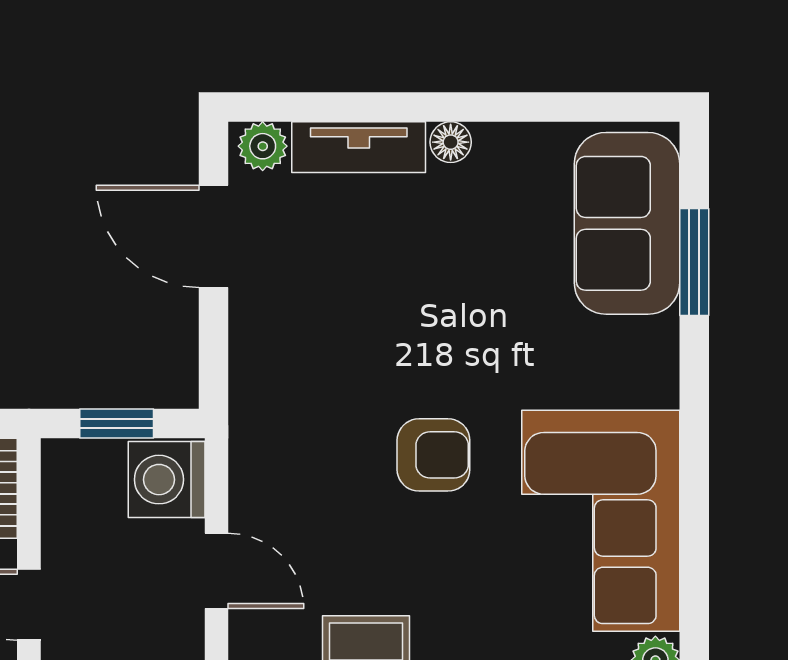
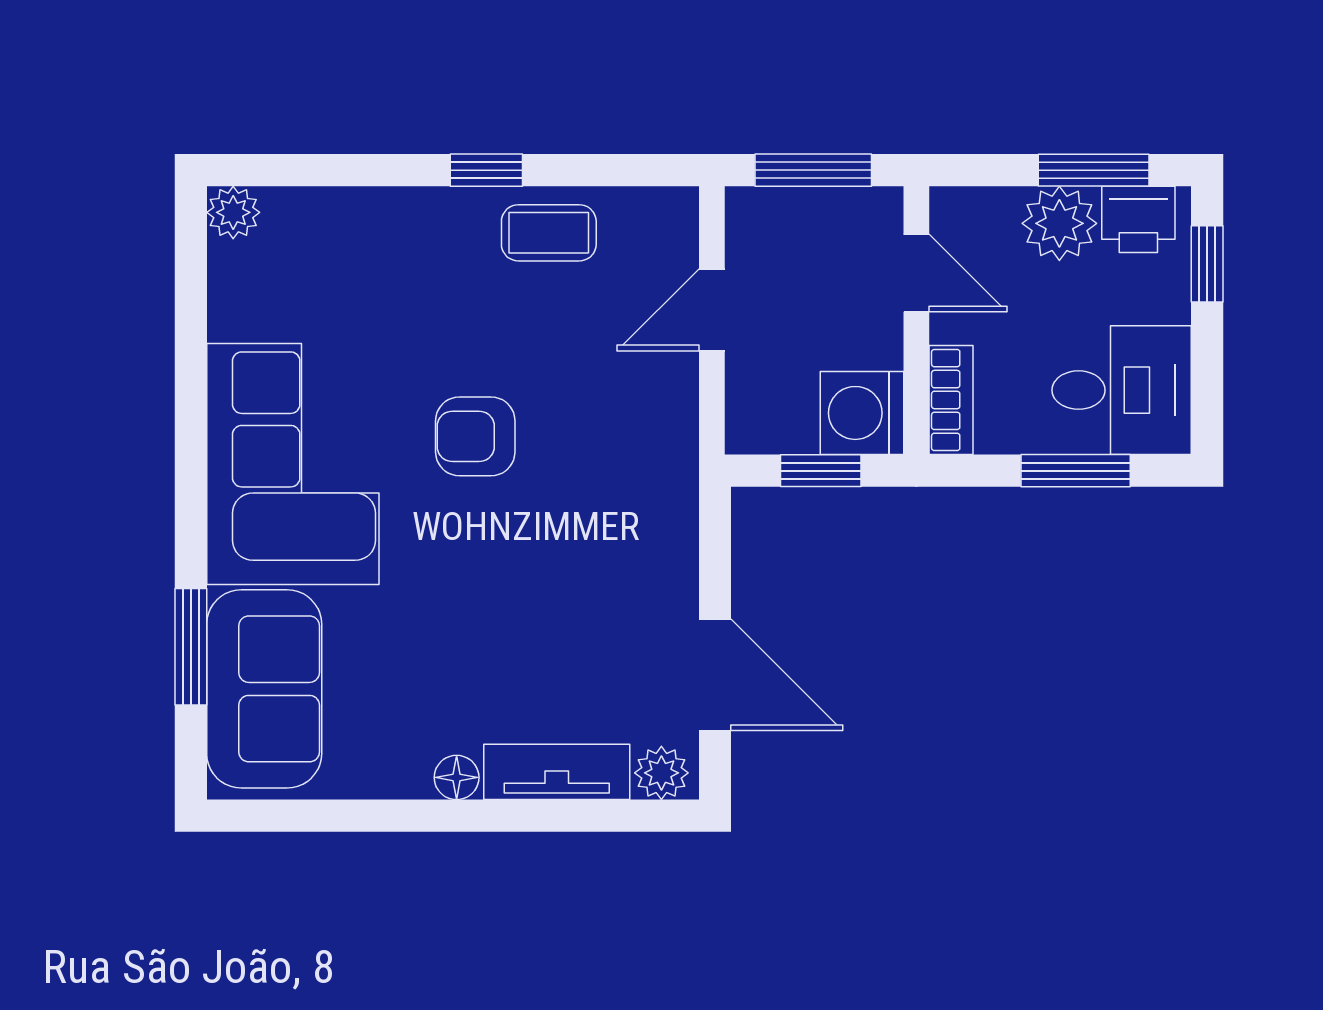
washing machine: (167, 480) -> (862, 413), moved, turned 180
corner sofa: (601, 521) -> (293, 464), moved
door: (217, 571) -> (712, 310), hinge flipped

